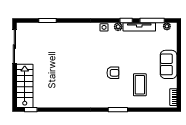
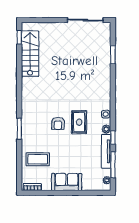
rug: (112, 53) -> (79, 122), added
coffee table: (140, 85) -> (38, 159), moved
stairs: (25, 86) -> (30, 54), moved, turned -90

